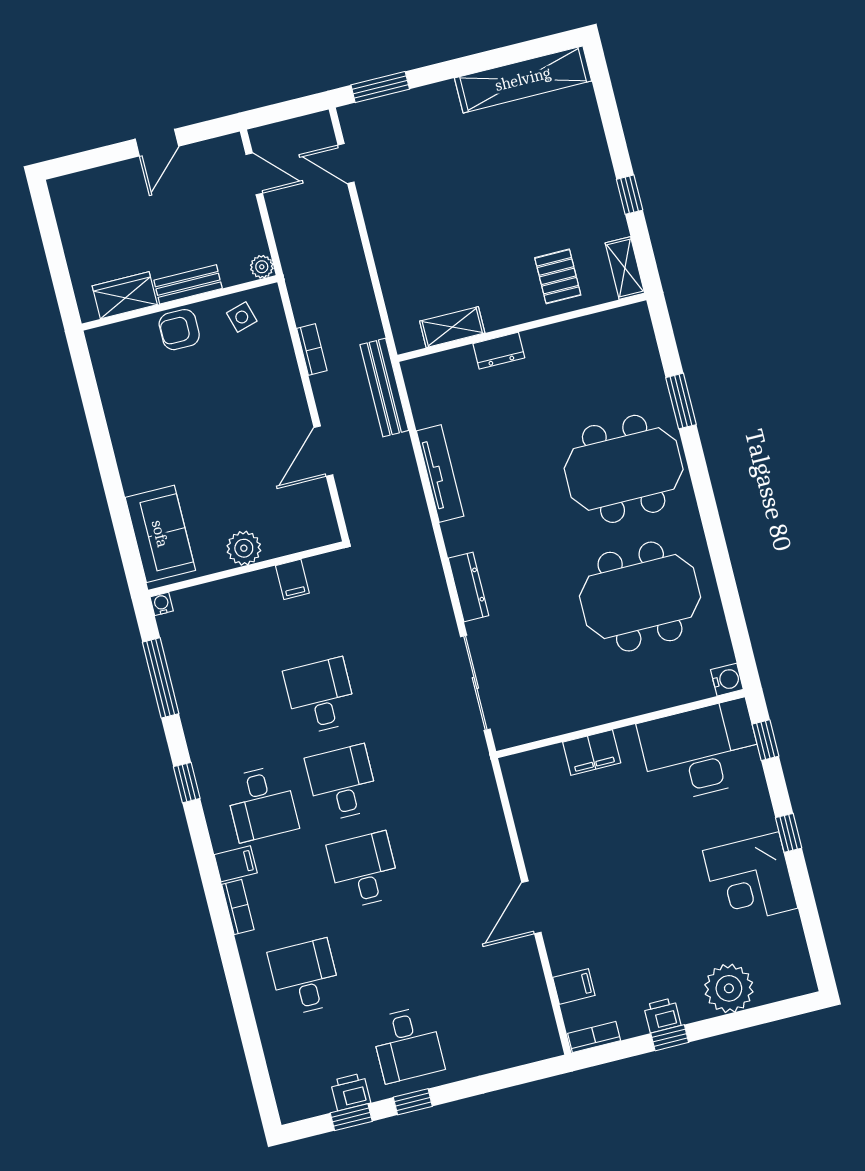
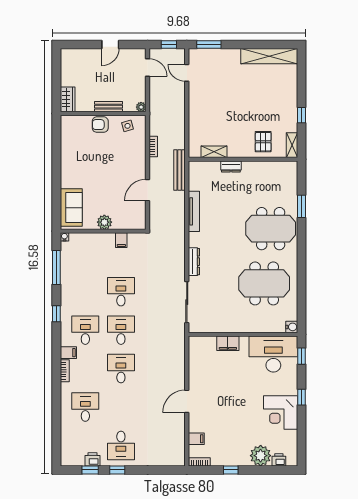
window: (290, 110) -> (169, 45), added
wardrobe: (125, 295) -> (68, 99), moved, turned 90
desk: (262, 803) -> (85, 330), turned 180
printer: (662, 1015) -> (279, 460), moved

